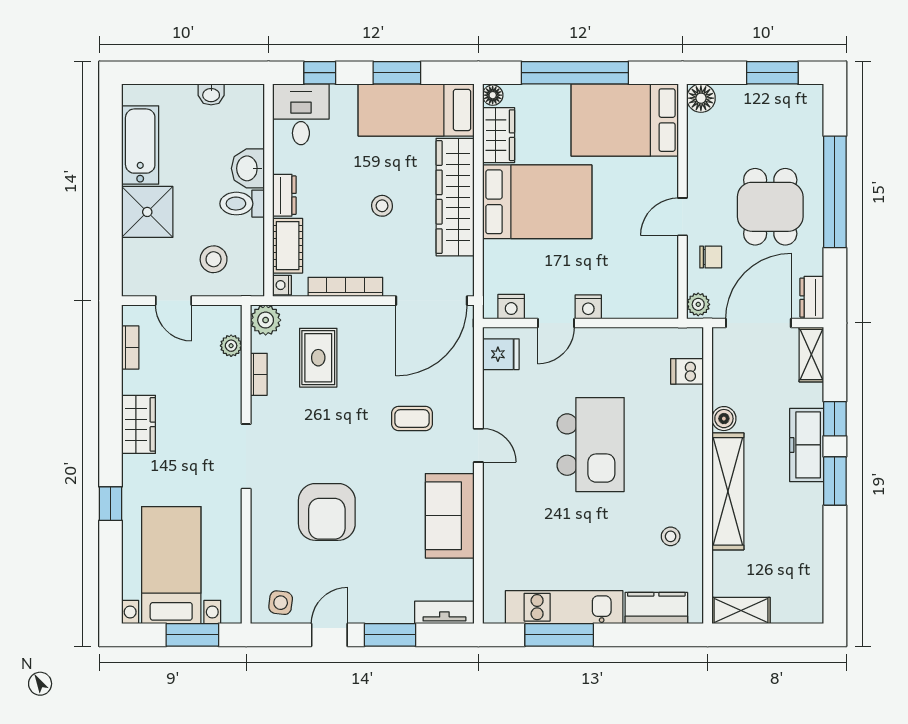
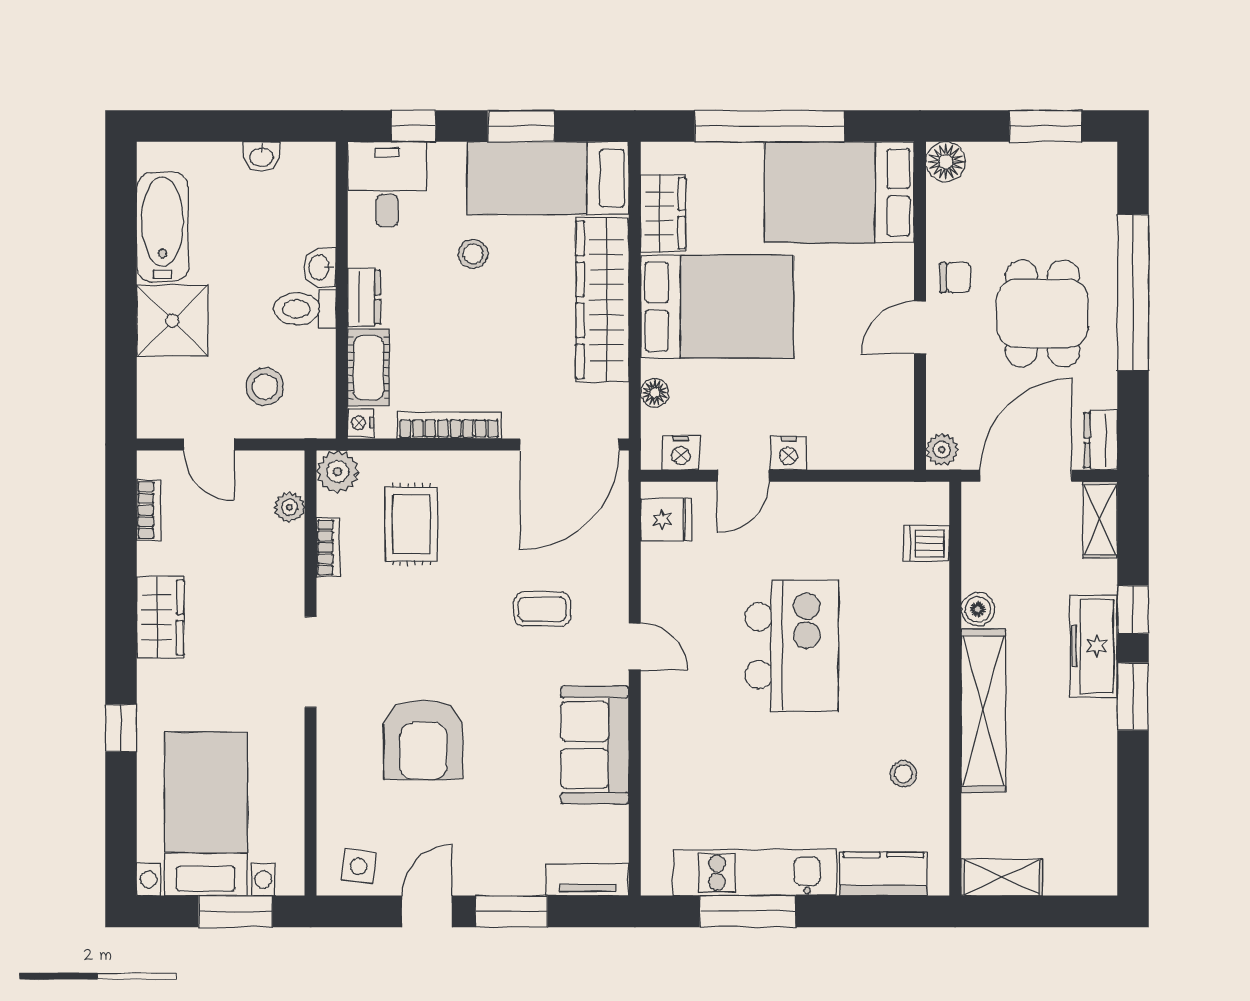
floor lamp: (493, 95) -> (655, 393), moved
washbasin: (248, 168) -> (320, 267), width x0.72, depth x0.69
stool: (382, 206) -> (473, 254), moved
chair: (711, 257) -> (955, 277), moved

